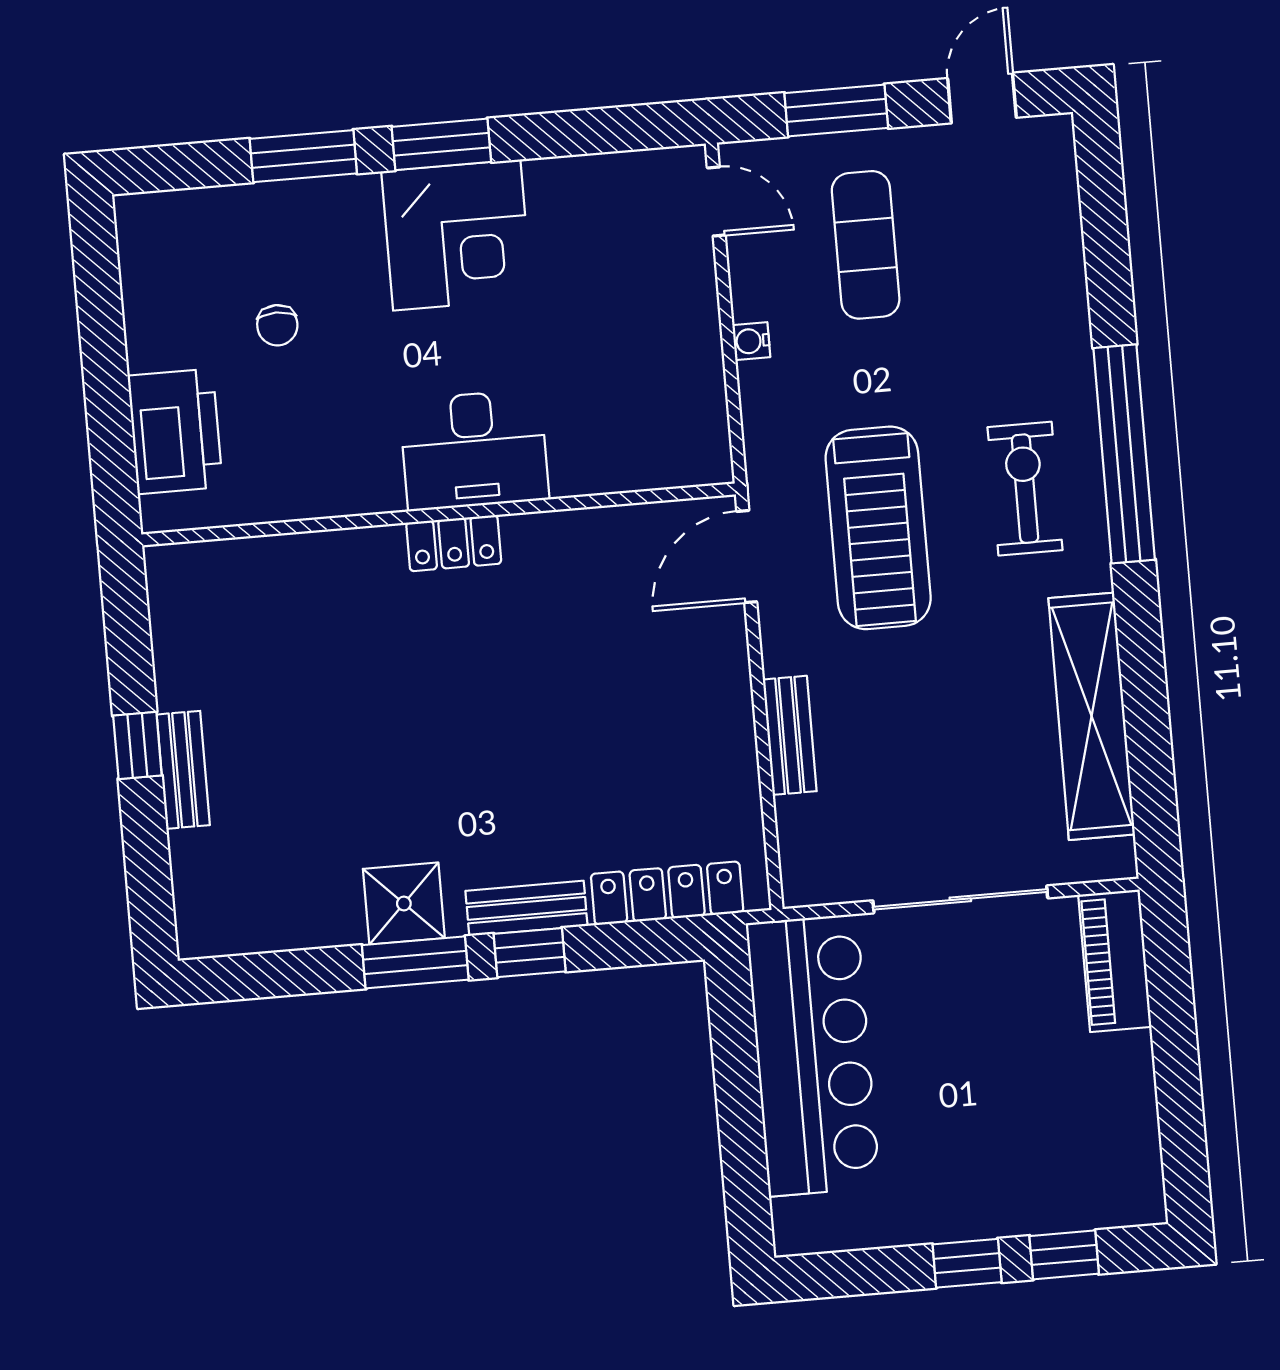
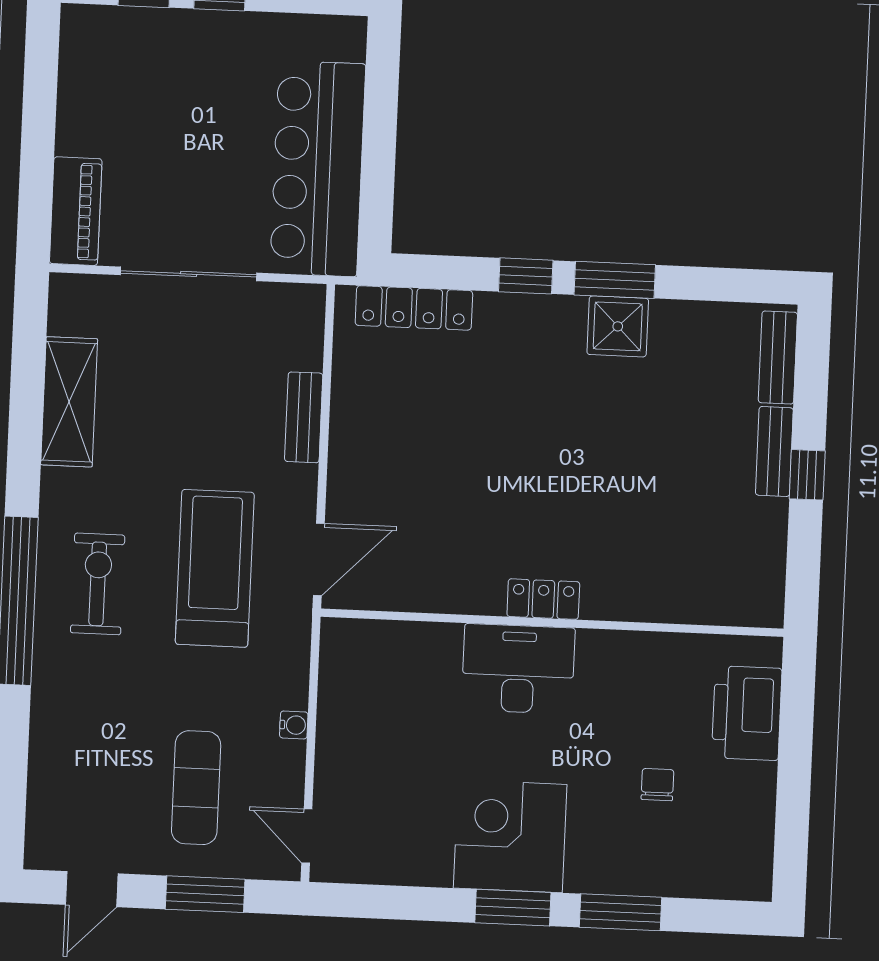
exercise bike: (1025, 489) -> (98, 584), turned 180
shelving: (1092, 716) -> (69, 402), width x0.68
bench: (526, 908) -> (778, 357), moved, turned 90

